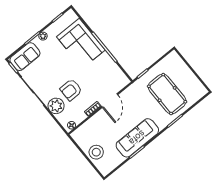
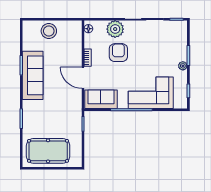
sofa: (25, 57) -> (101, 99), moved, turned 90
pool table: (167, 94) -> (48, 151), moved

